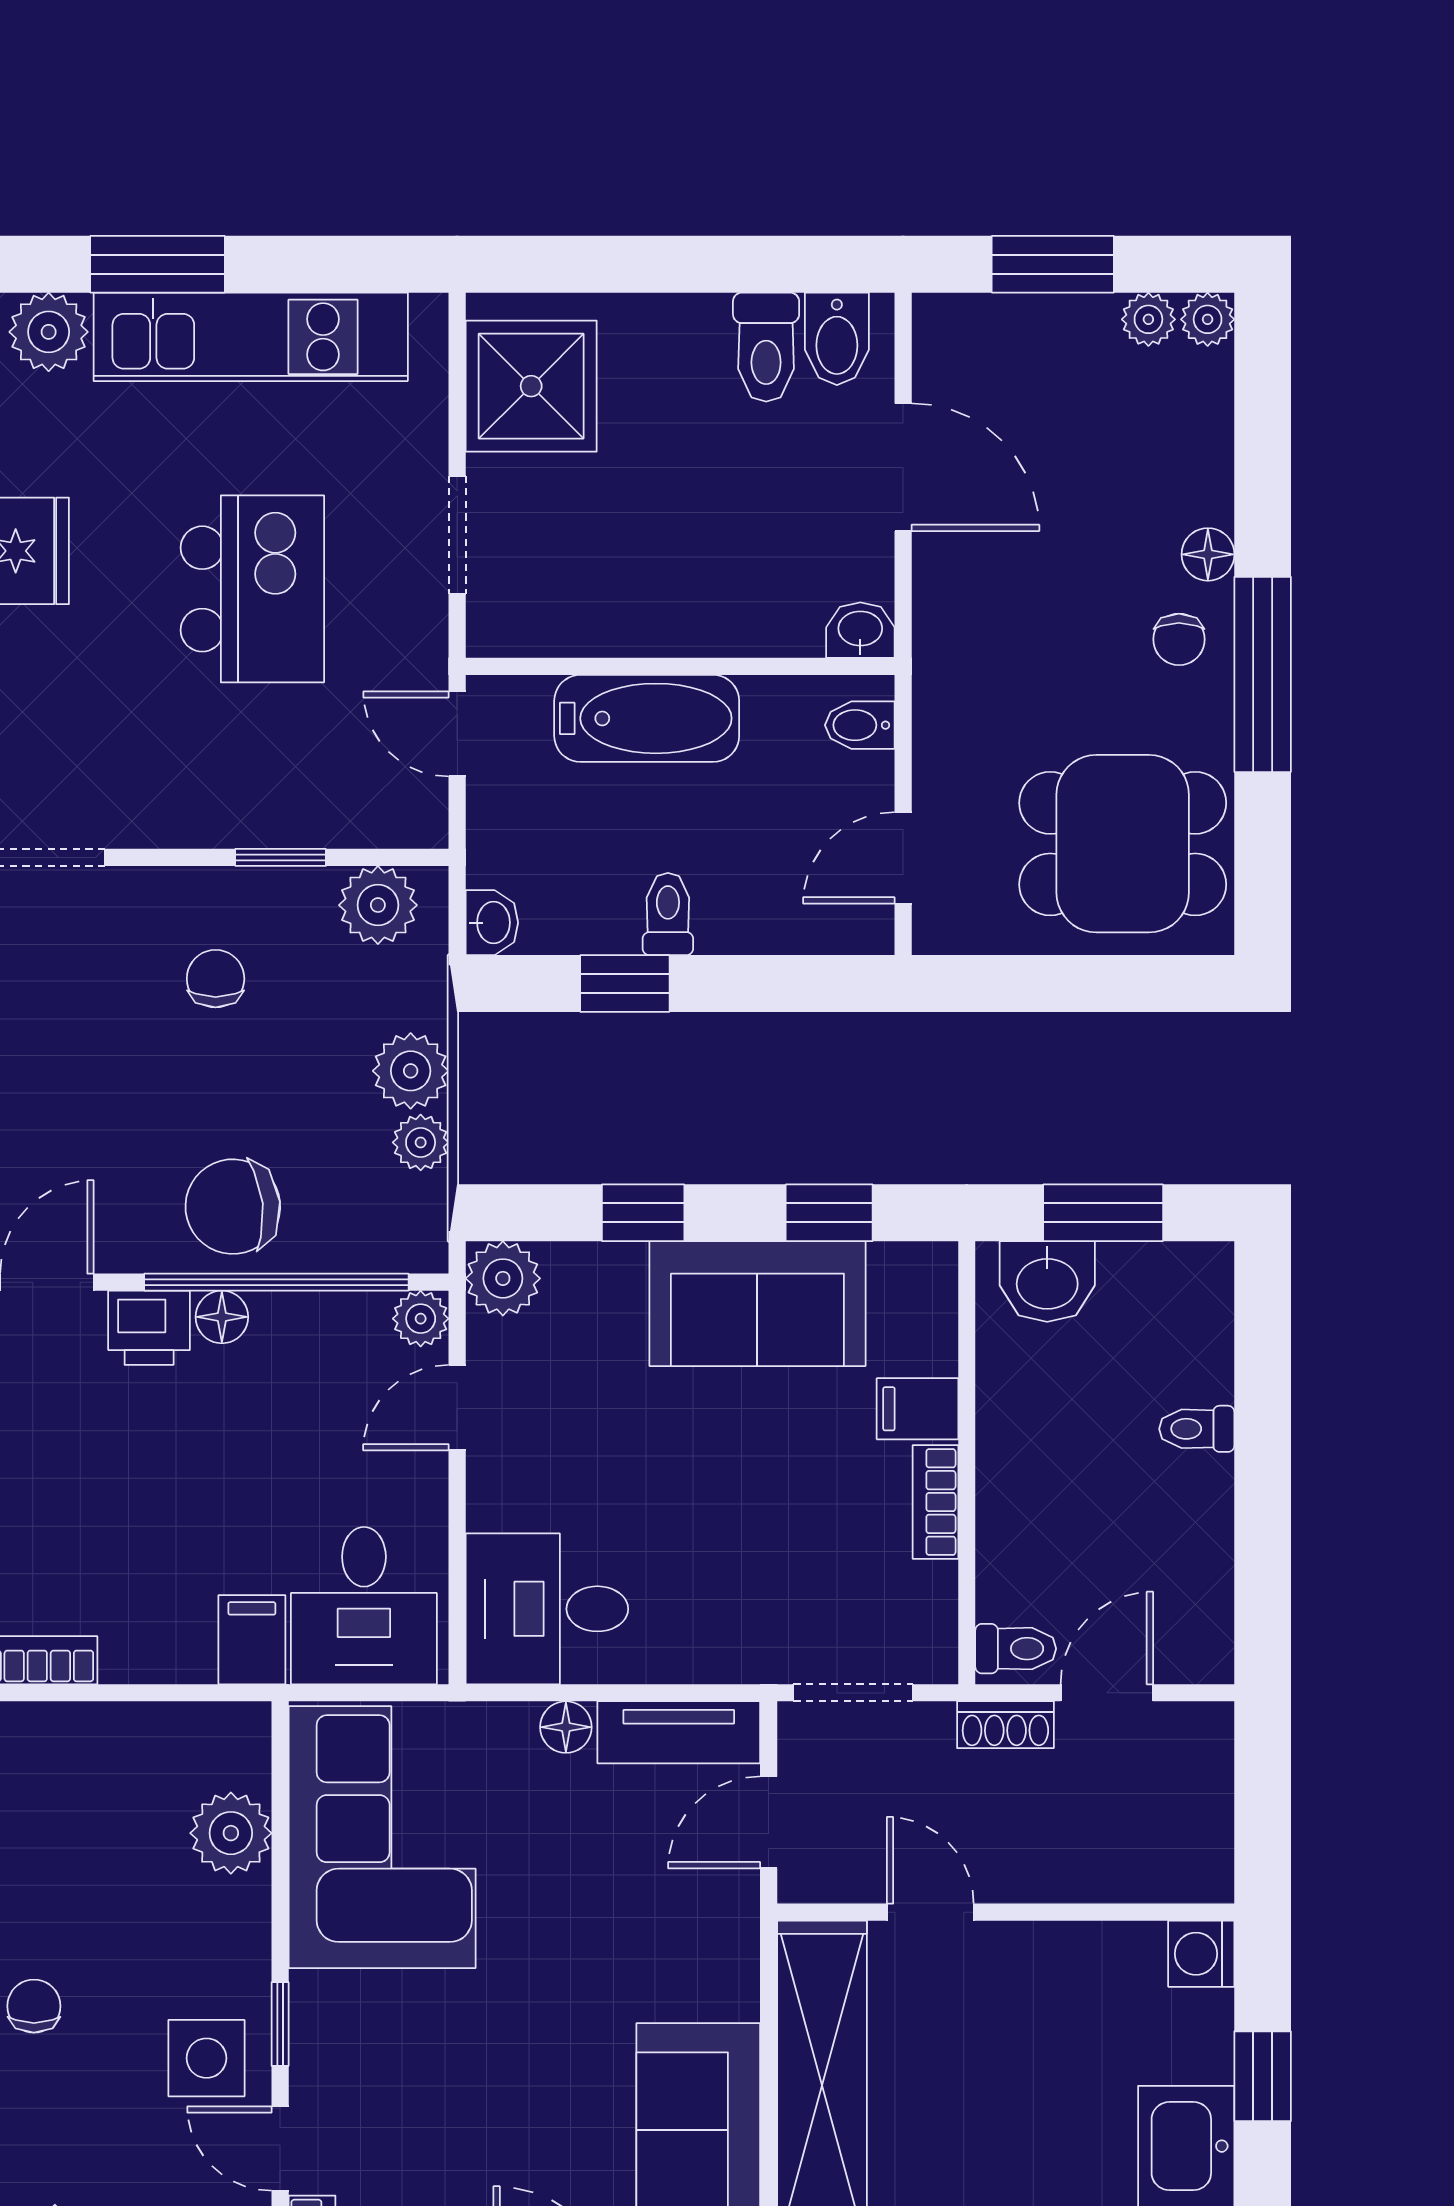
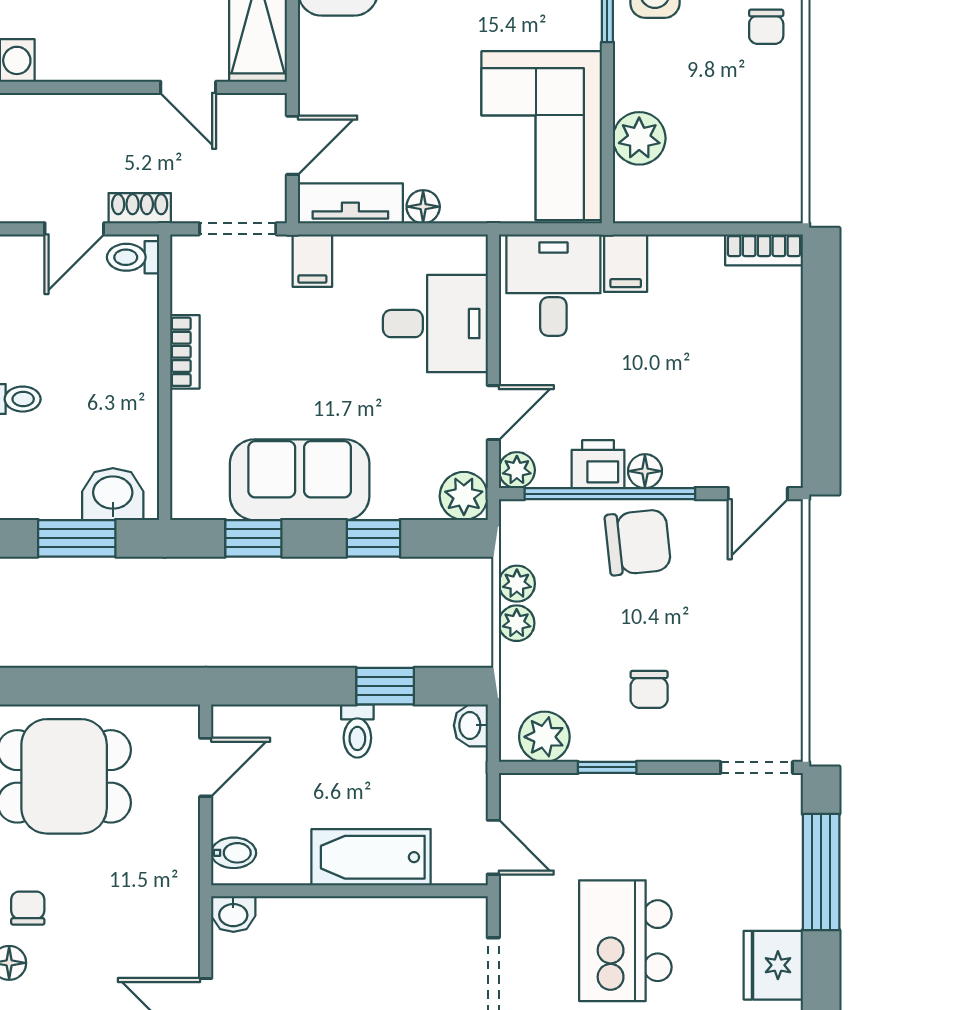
plant: (411, 1071) -> (517, 623), width x0.73, depth x0.73
printer: (149, 1328) -> (598, 464), moved
filing cabinet: (917, 1409) -> (312, 261), moved, turned 90
desk: (547, 1609) -> (435, 324), moved

